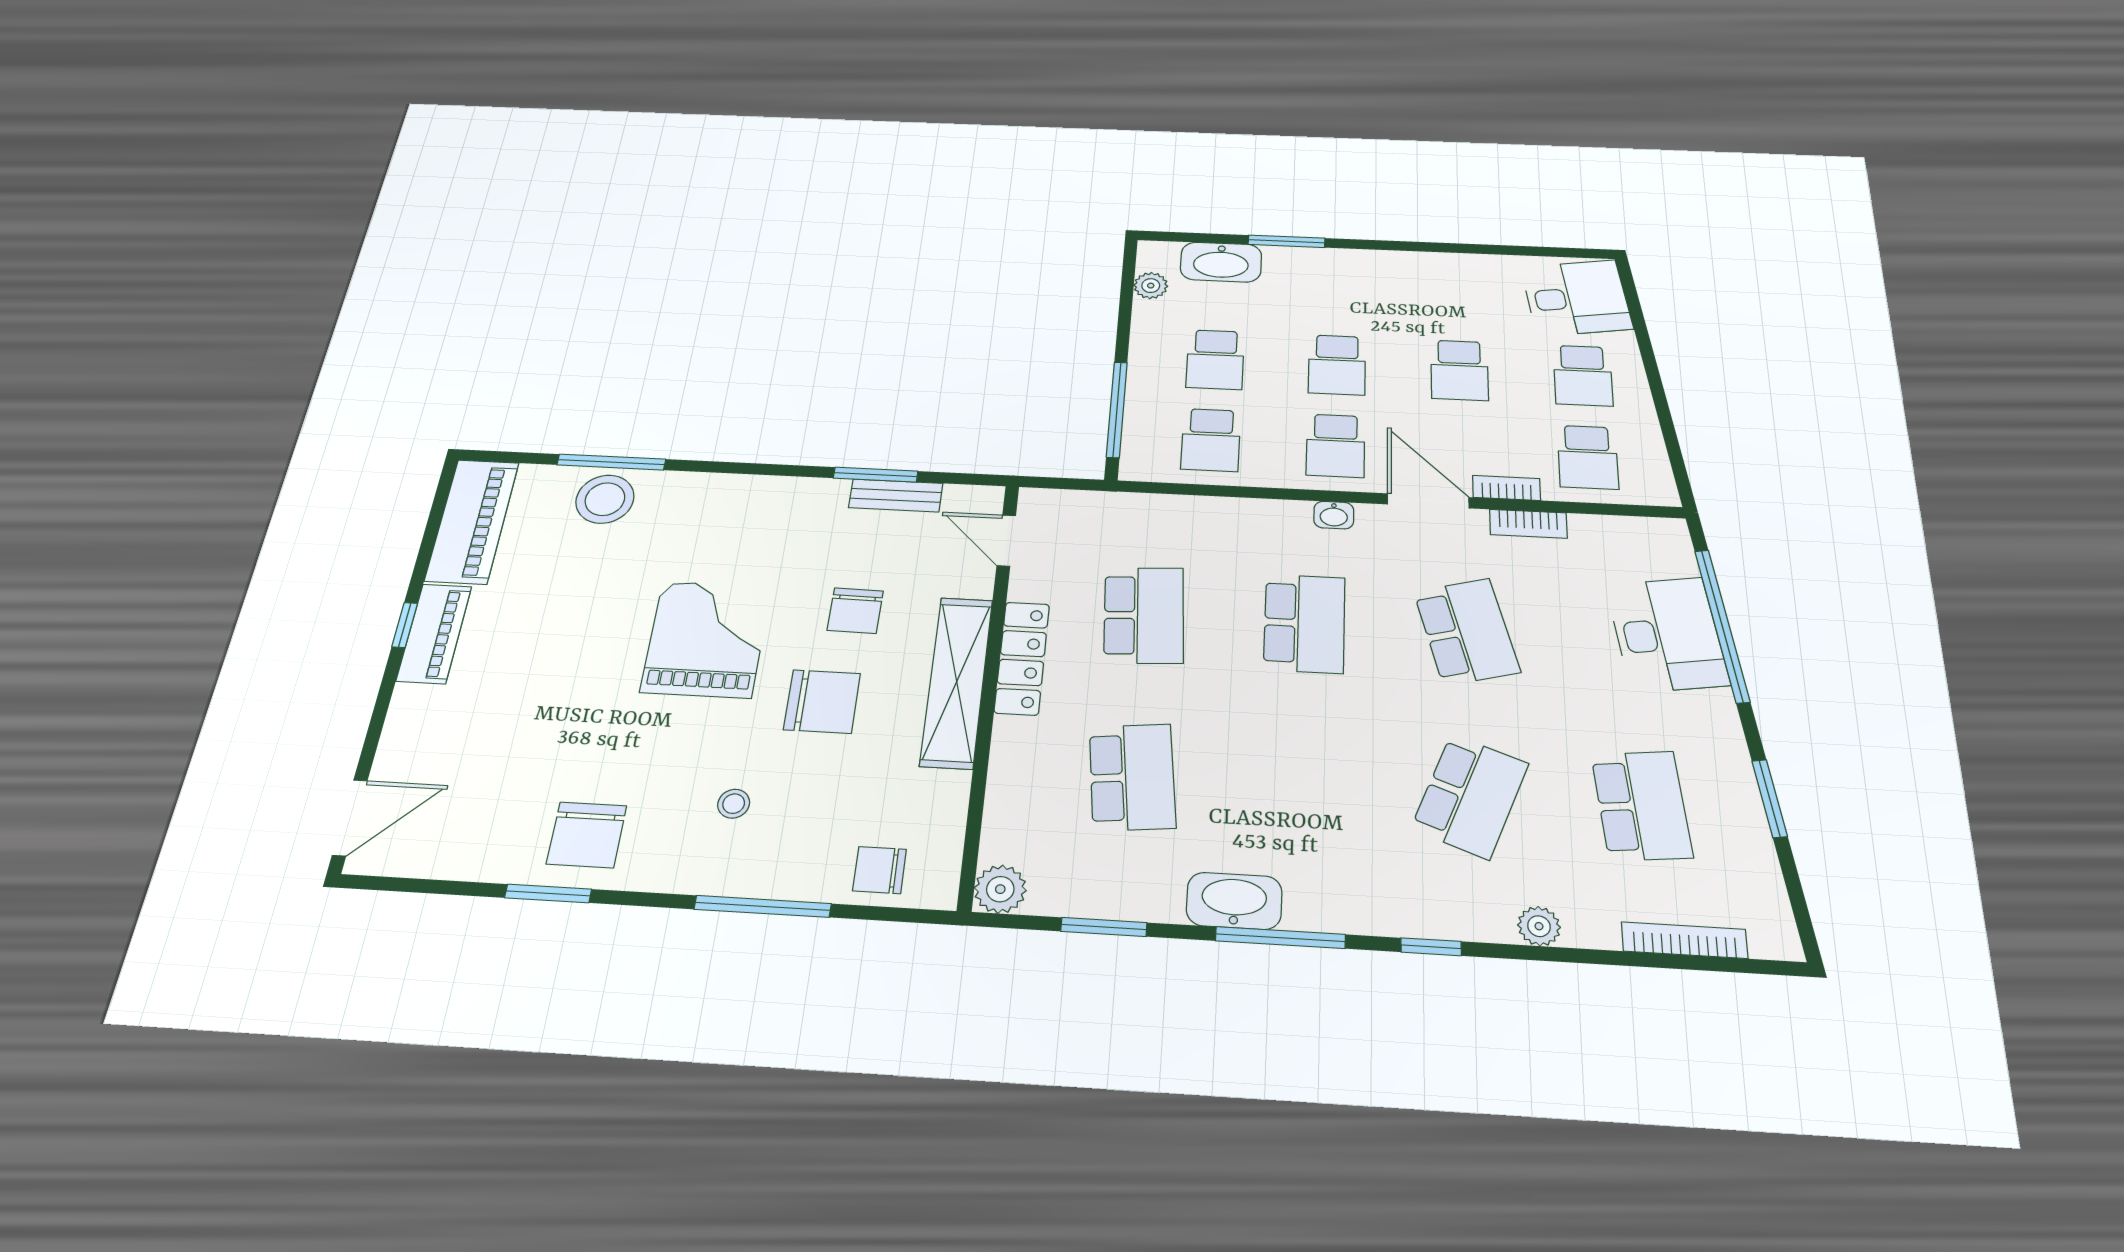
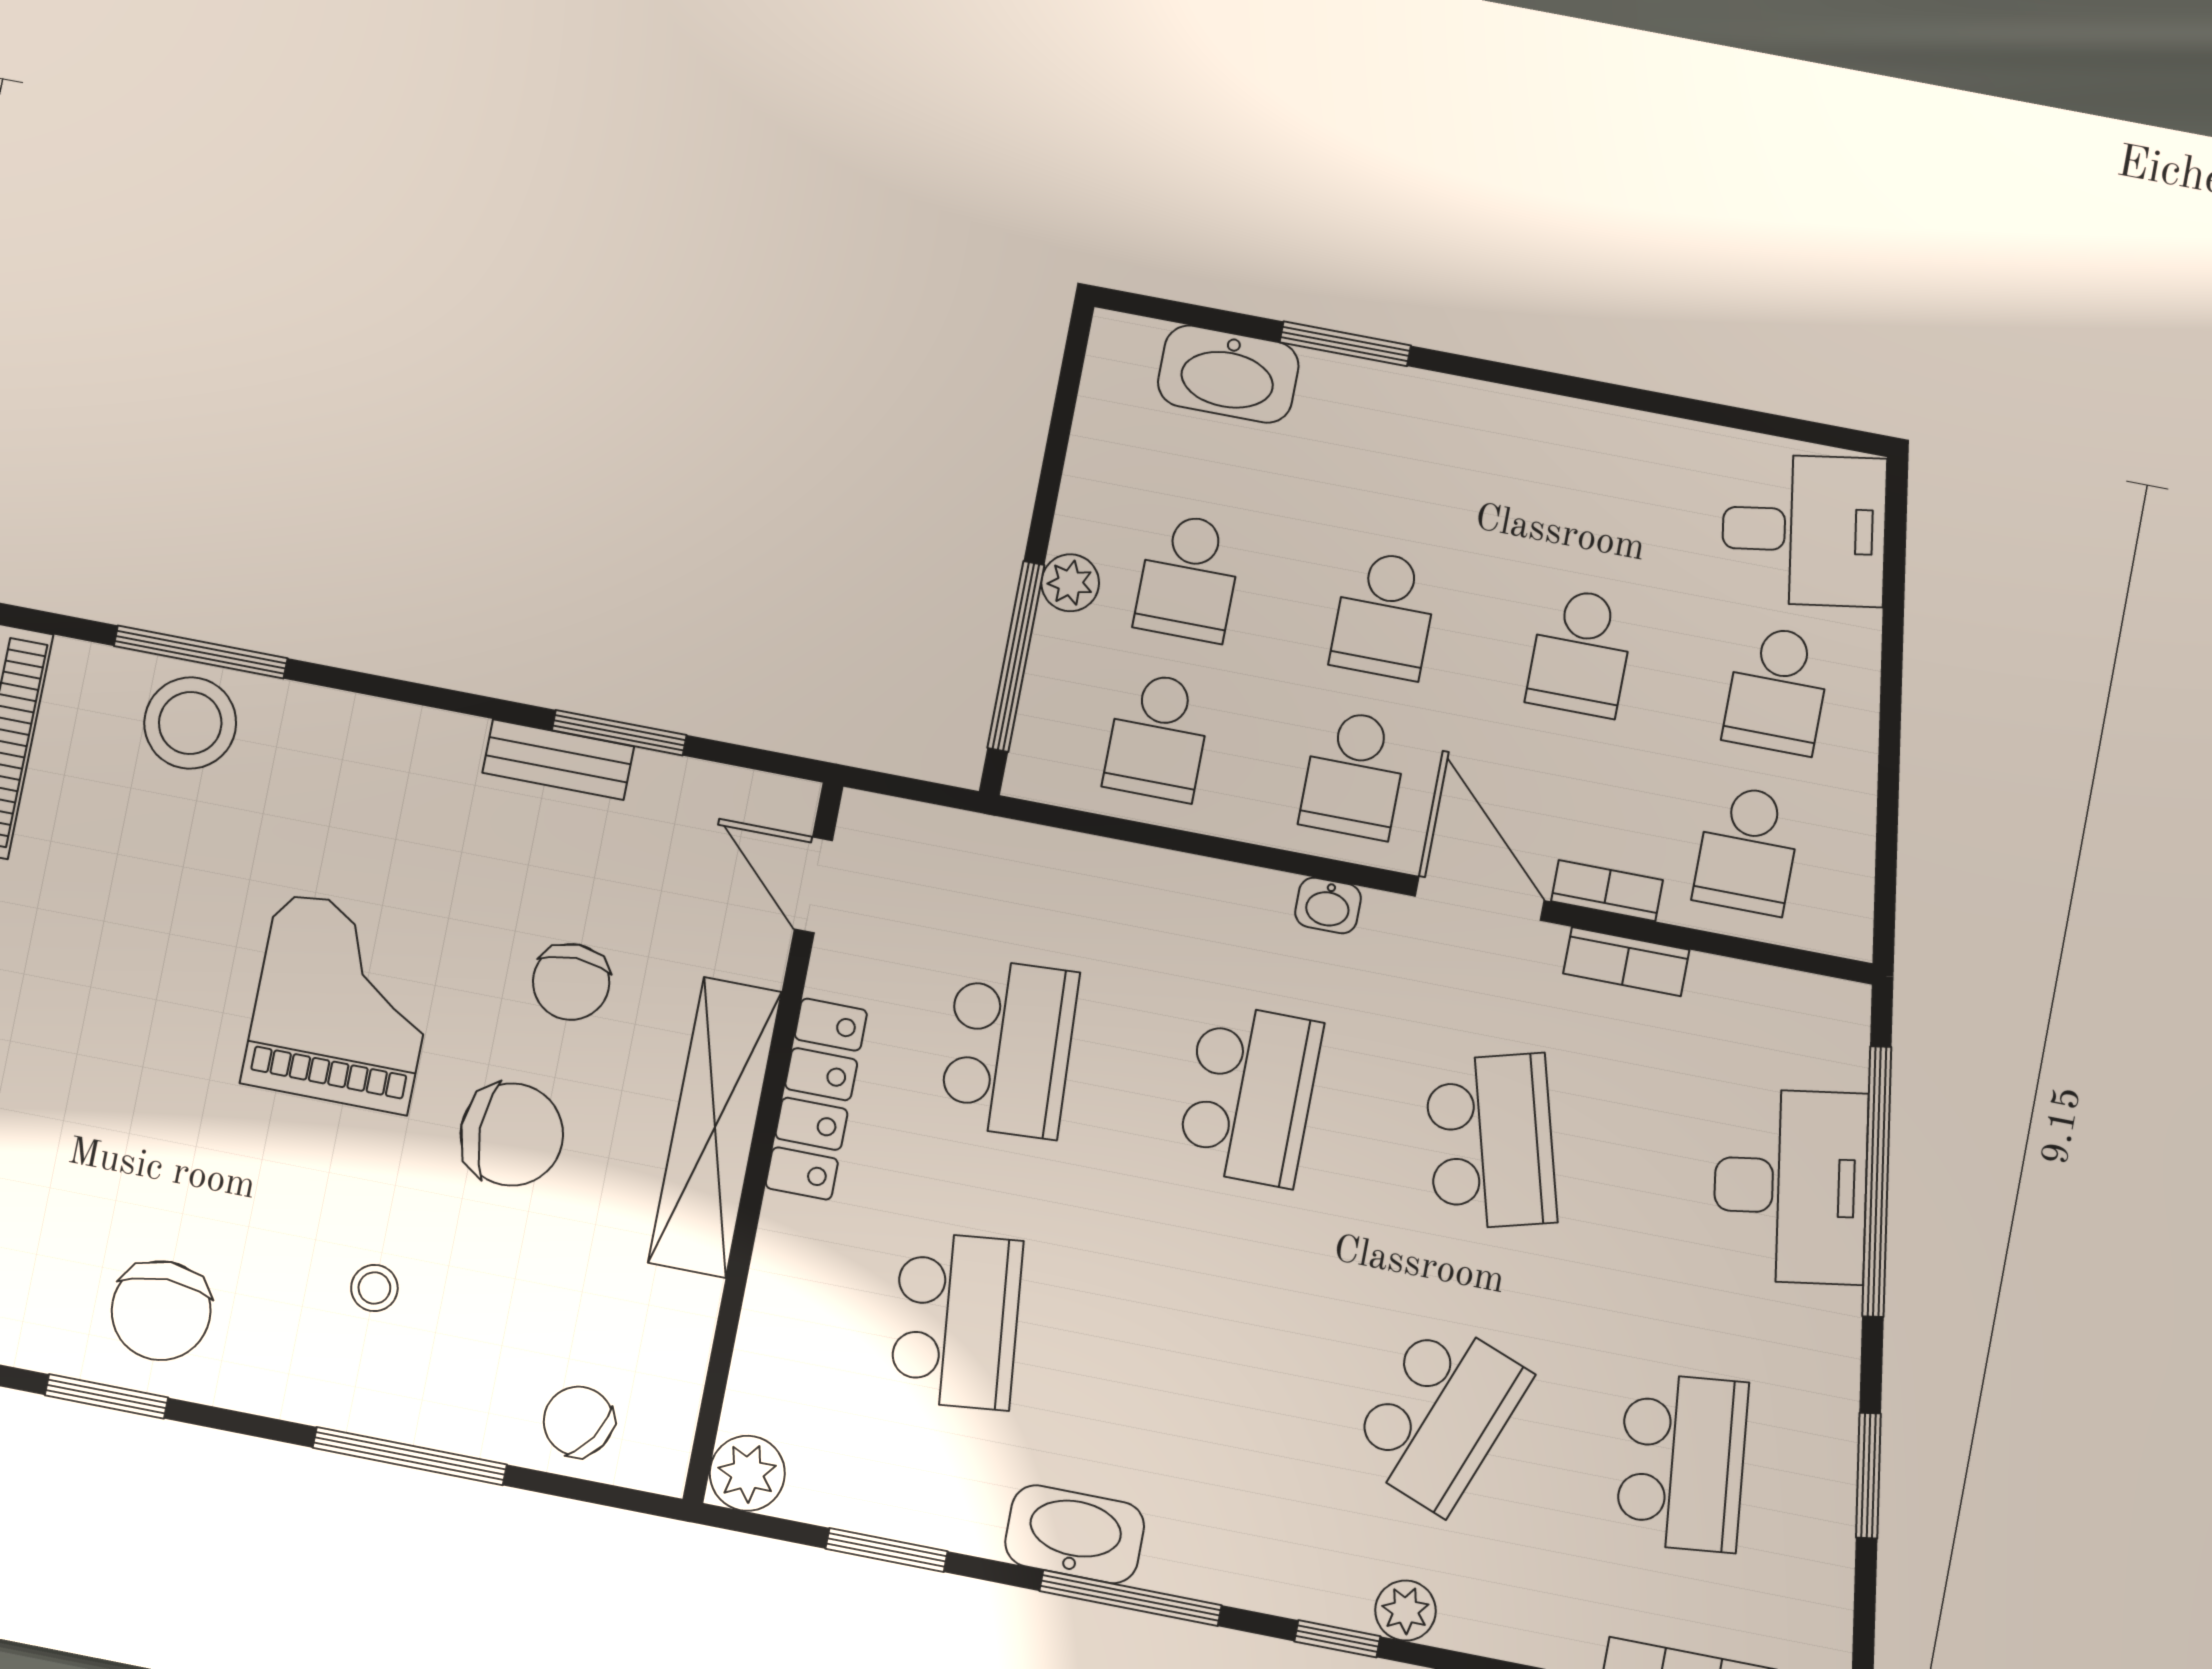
plant: (1151, 286) -> (1070, 583), moved
bench: (896, 495) -> (558, 760), moved
chair: (880, 870) -> (578, 1421), turned 33
plant: (1539, 926) -> (1406, 1611), moved

